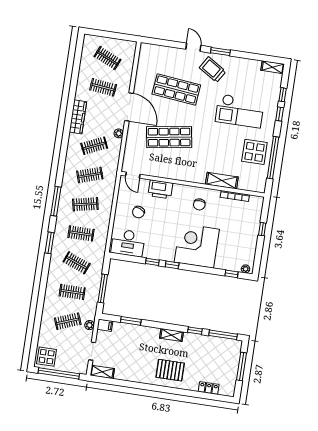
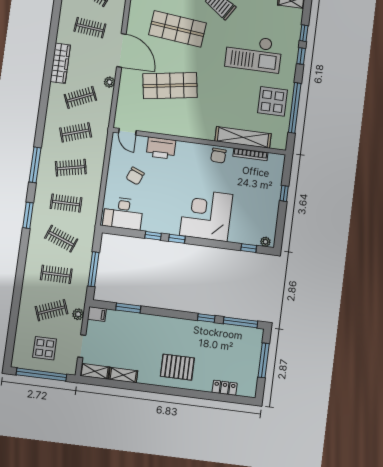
shelving: (222, 181) -> (243, 137), width x1.47
chair: (199, 204) -> (218, 156), moved
shelving: (171, 335) -> (123, 375), moved
display table: (47, 357) -> (45, 348), moved

